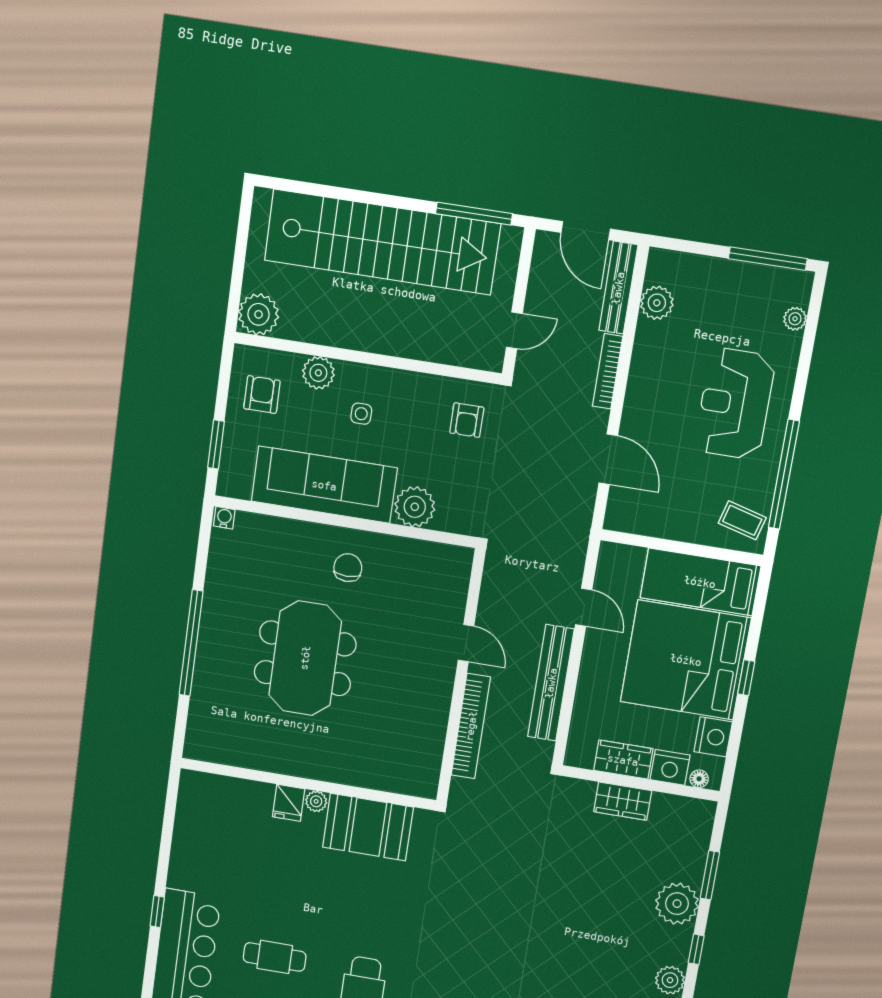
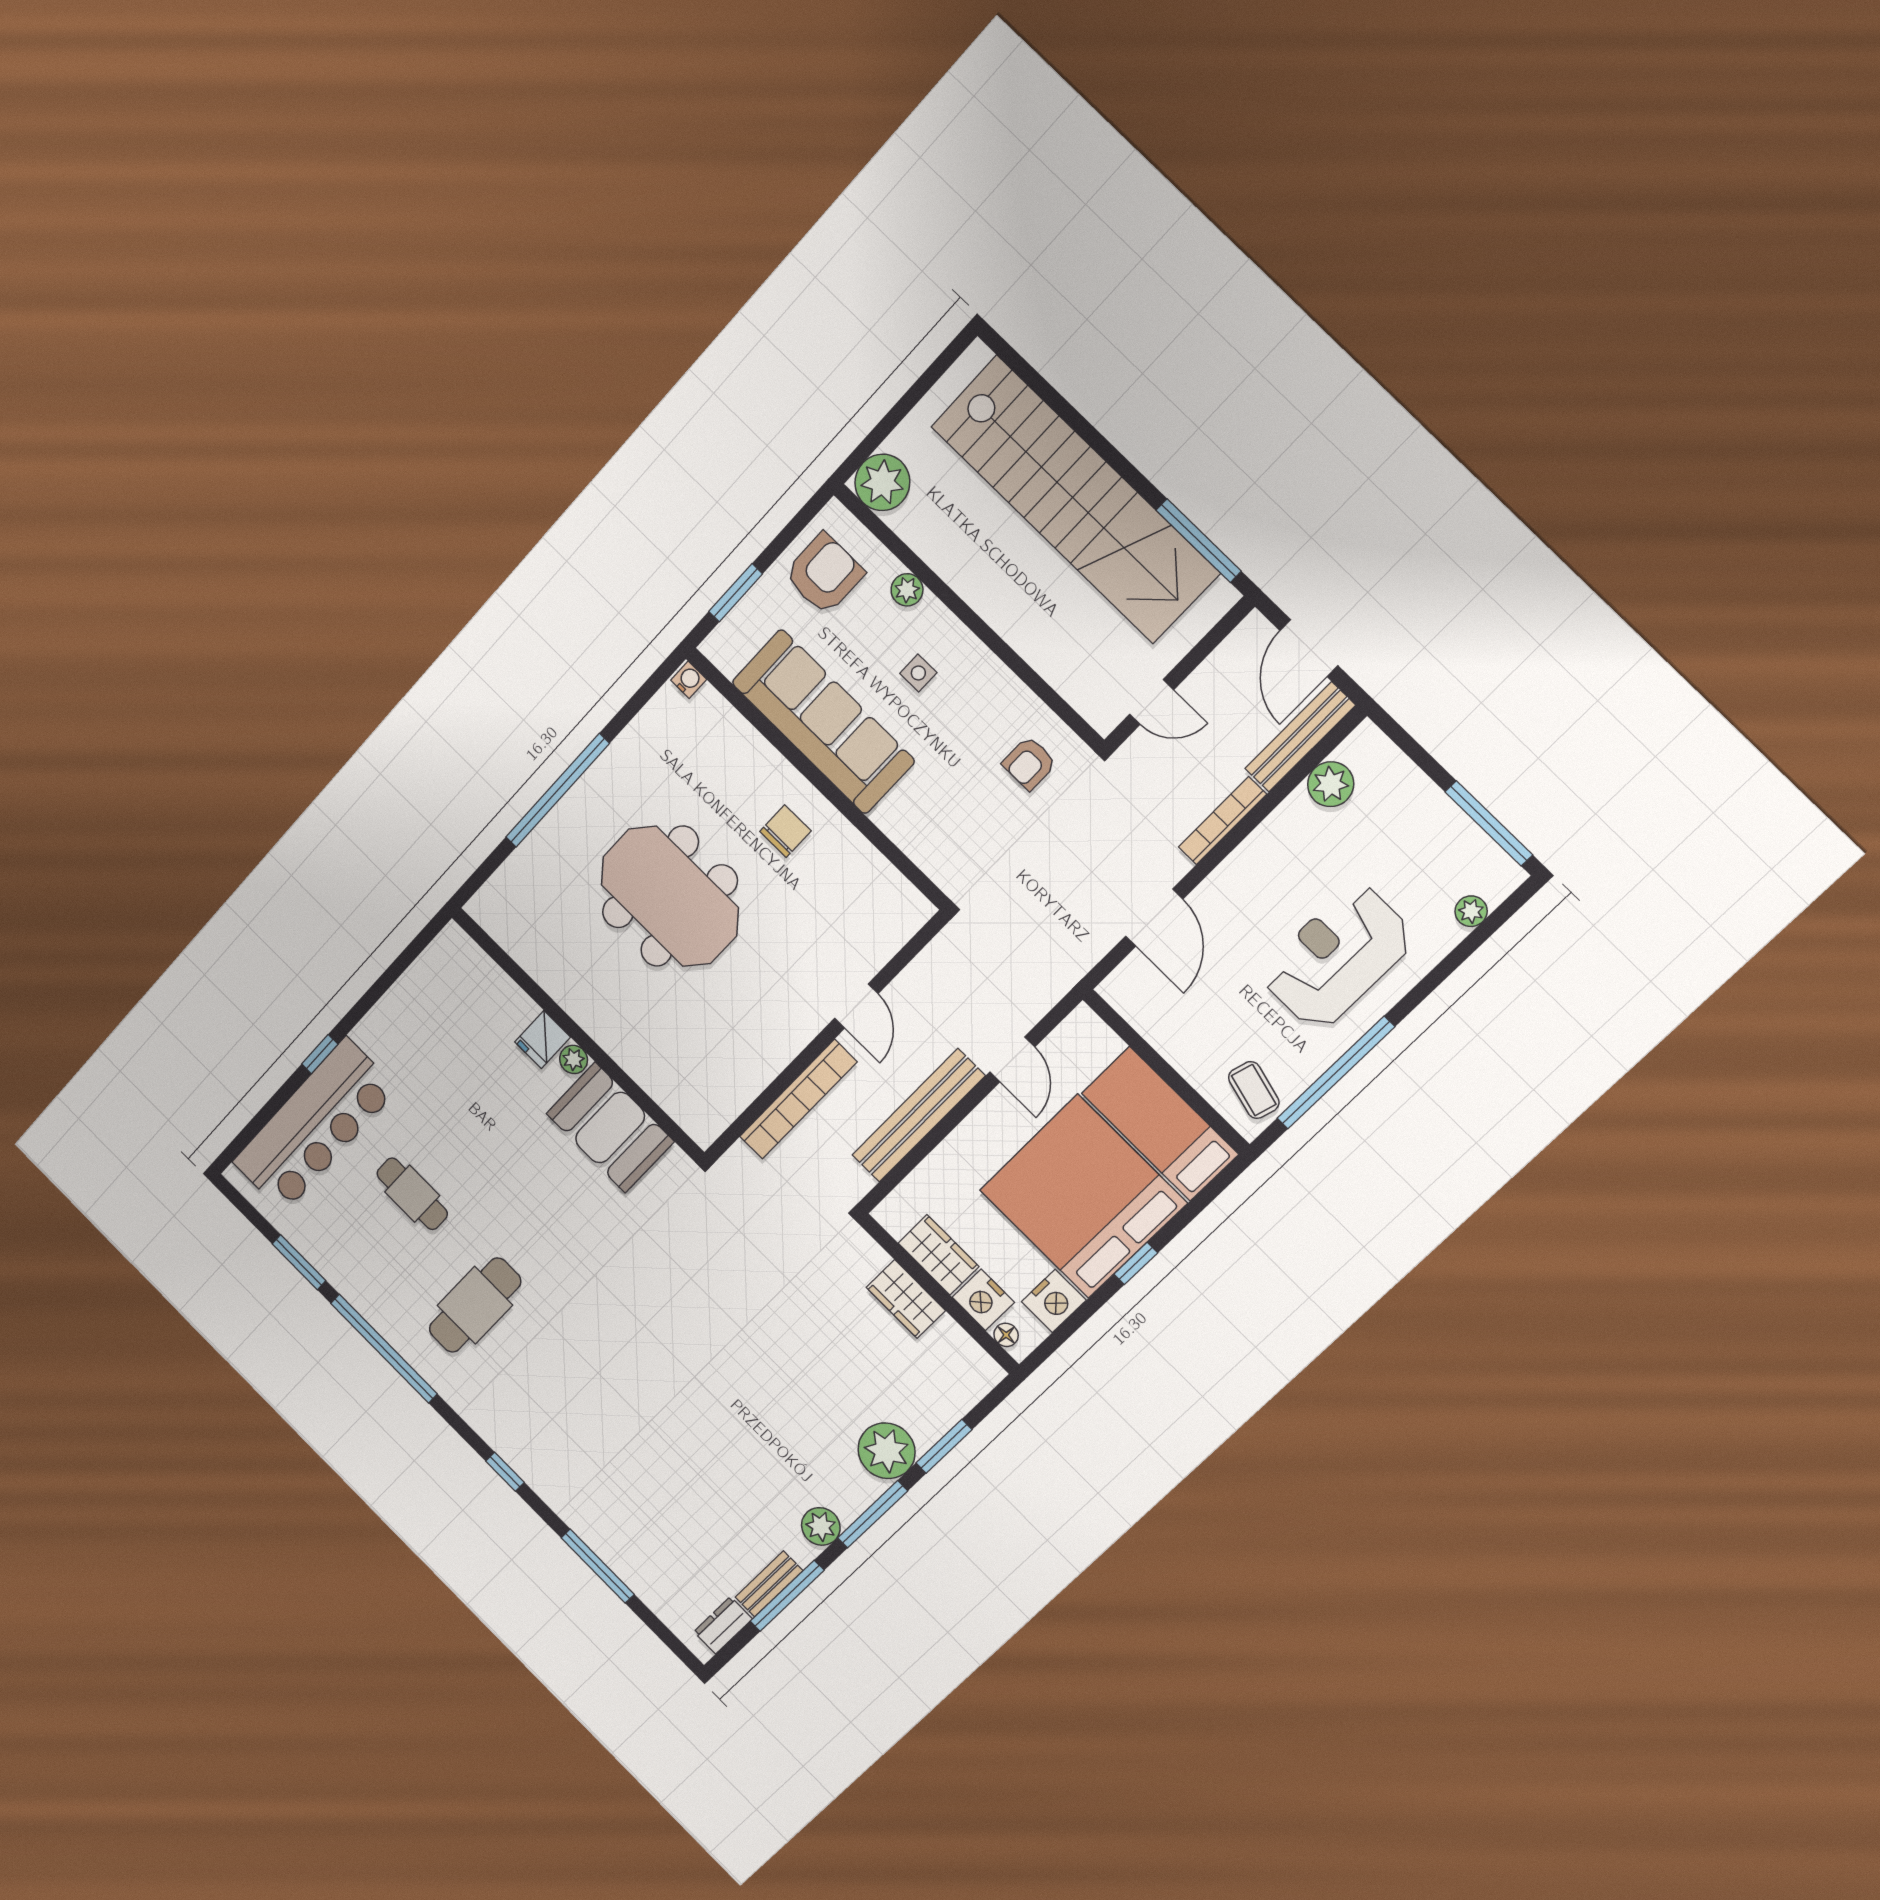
plant: (318, 373) -> (907, 590), width x0.73, depth x0.73
armchair: (262, 395) -> (824, 574), width x1.38, depth x1.38
plant: (415, 507) -> (905, 817), removed
meeting table: (305, 658) -> (670, 896), turned 90
window: (696, 949) -> (873, 1514), width x2.17

